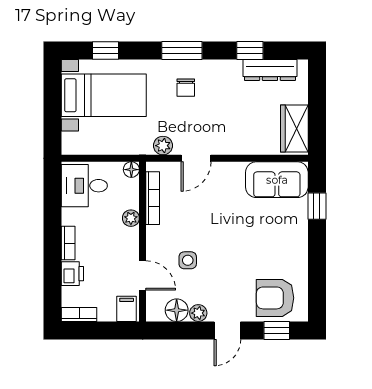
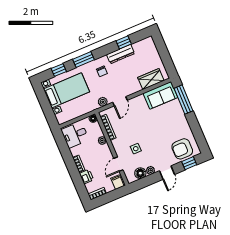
window: (182, 51) -> (84, 59), moved
dresser: (270, 70) -> (121, 54), moved
wardrobe: (294, 129) -> (151, 79), moved, turned 90
window: (317, 206) -> (183, 100), width x2.17
door: (143, 275) -> (118, 164), swing flipped

